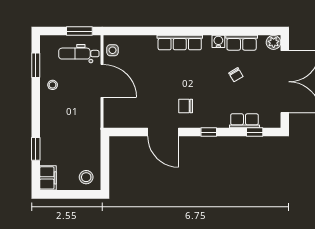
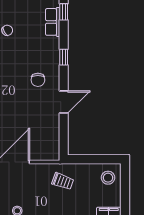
trolley: (83, 131) -> (63, 181), added
door: (163, 132) -> (64, 102), width x0.73

